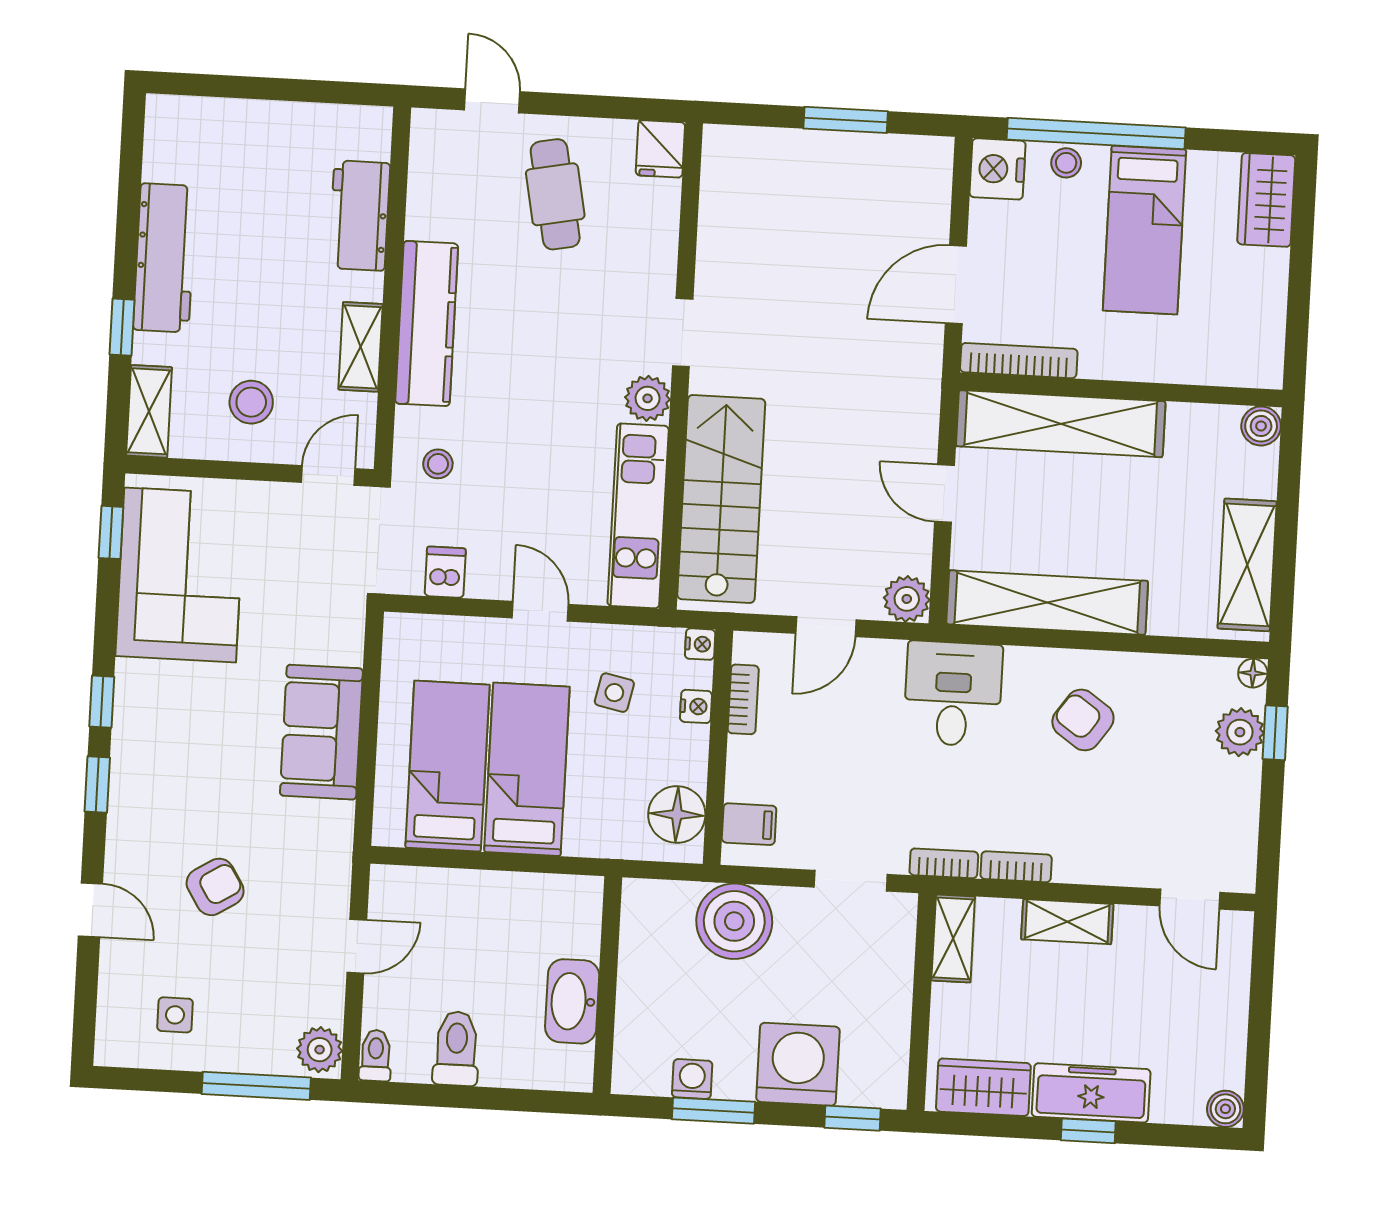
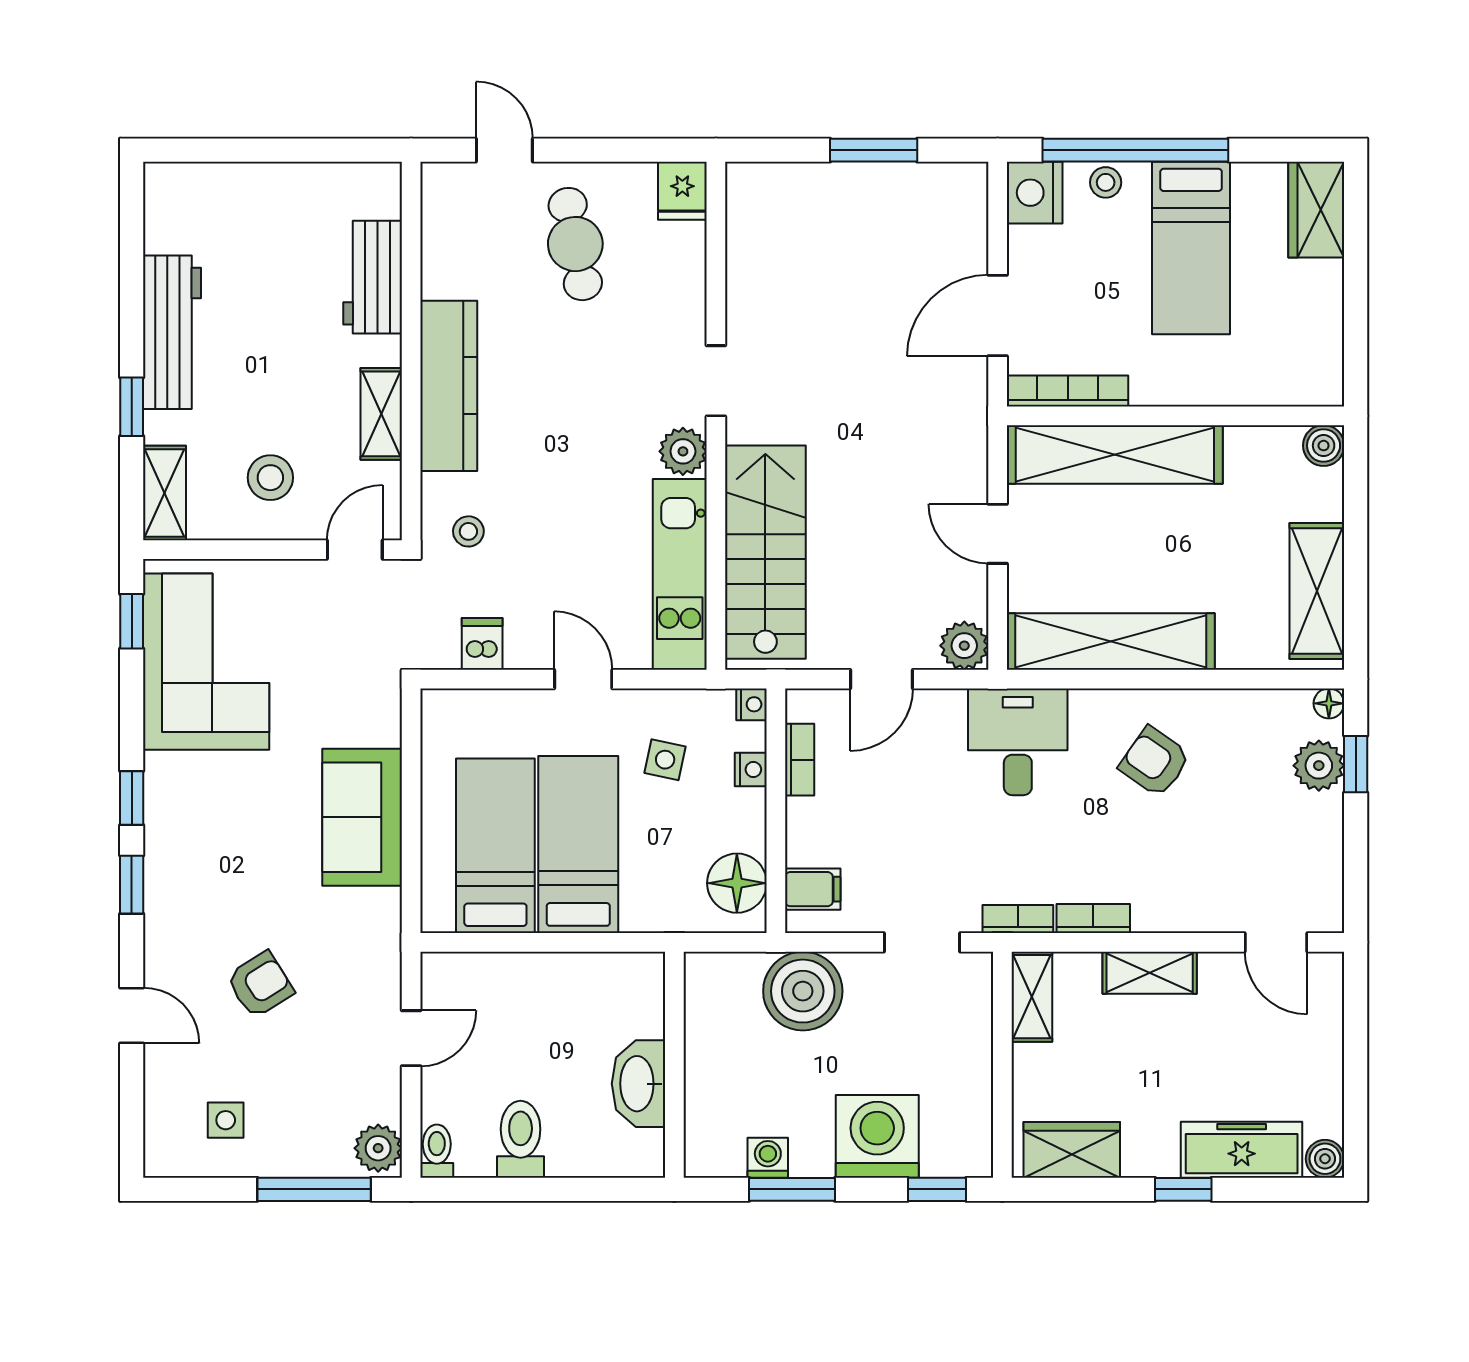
freezer: (1091, 1093) -> (1242, 1150), moved

